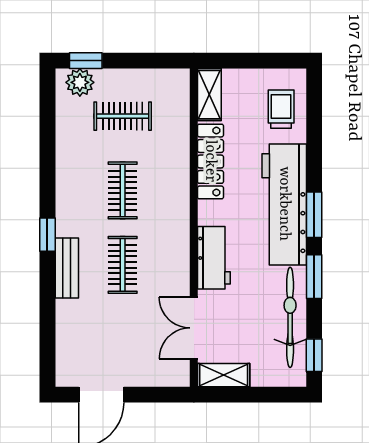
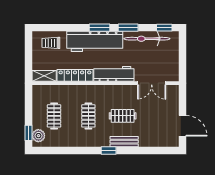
clothes rail: (123, 190) -> (88, 116), turned 90
workbench: (214, 258) -> (114, 74), width x1.38
shelving: (224, 375) -> (173, 69), removed

